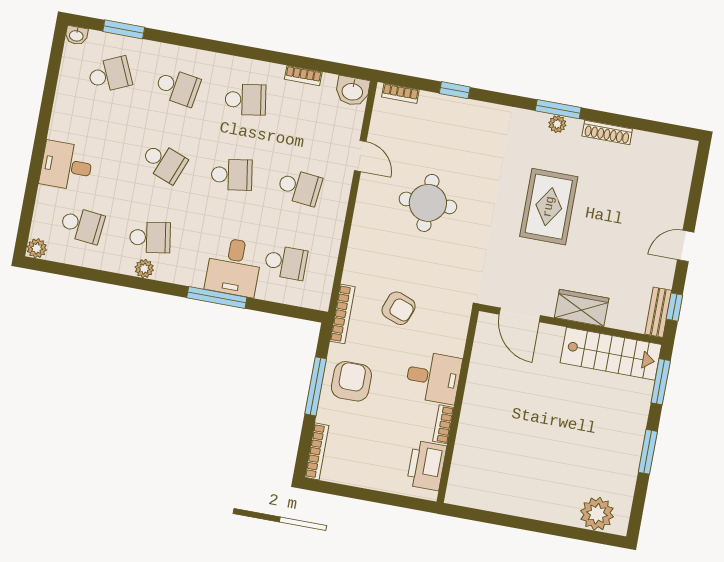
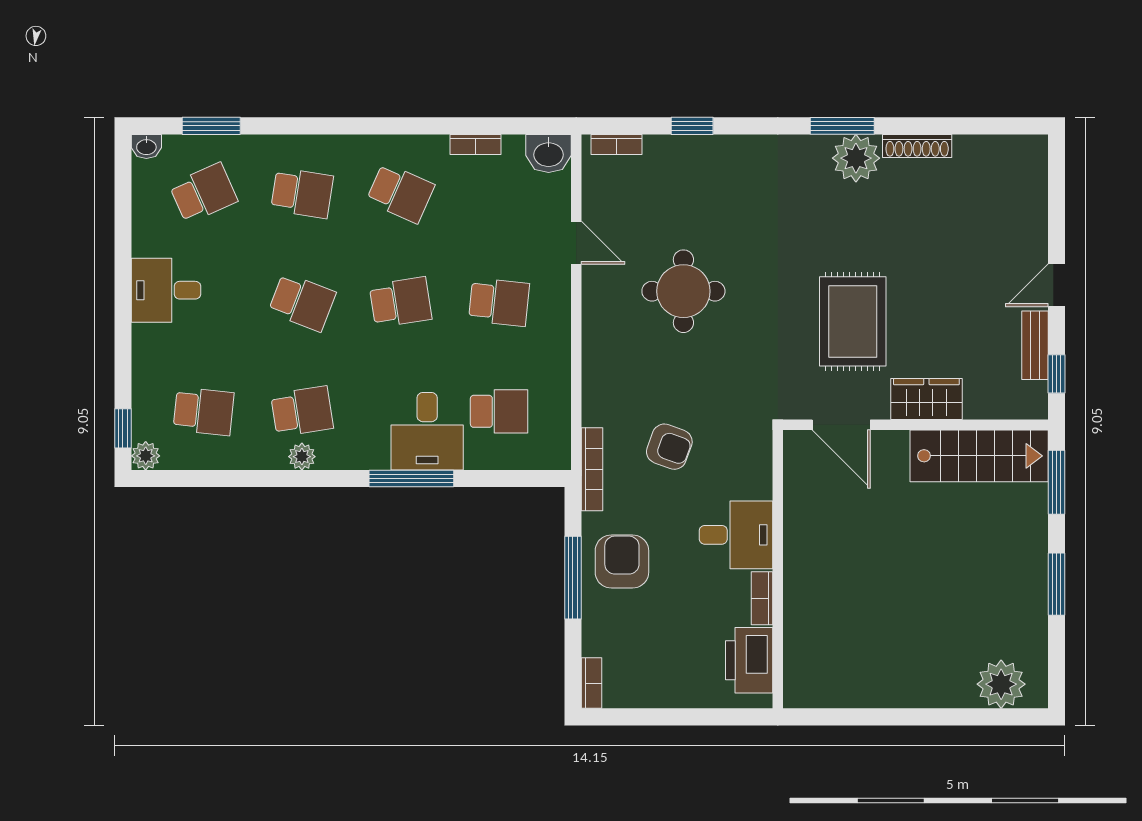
school desk: (245, 100) -> (401, 193), turned 33
plant: (557, 124) -> (856, 158), width x1.88, depth x1.88
desk: (66, 166) -> (166, 290), moved
rug: (549, 207) -> (853, 321), moved
window: (25, 227) -> (123, 428), added
bench: (658, 312) -> (1035, 345), moved
bookcase: (317, 451) -> (591, 683), width x0.64

